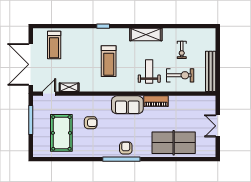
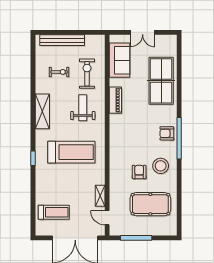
treadmill: (109, 61) -> (71, 152), width x1.37, depth x1.38
weight bench: (149, 71) -> (83, 108), turned 90
bench: (211, 71) -> (62, 40), moved
sofa: (127, 105) -> (120, 60), moved
stool: (96, 142) -> (161, 166), added

